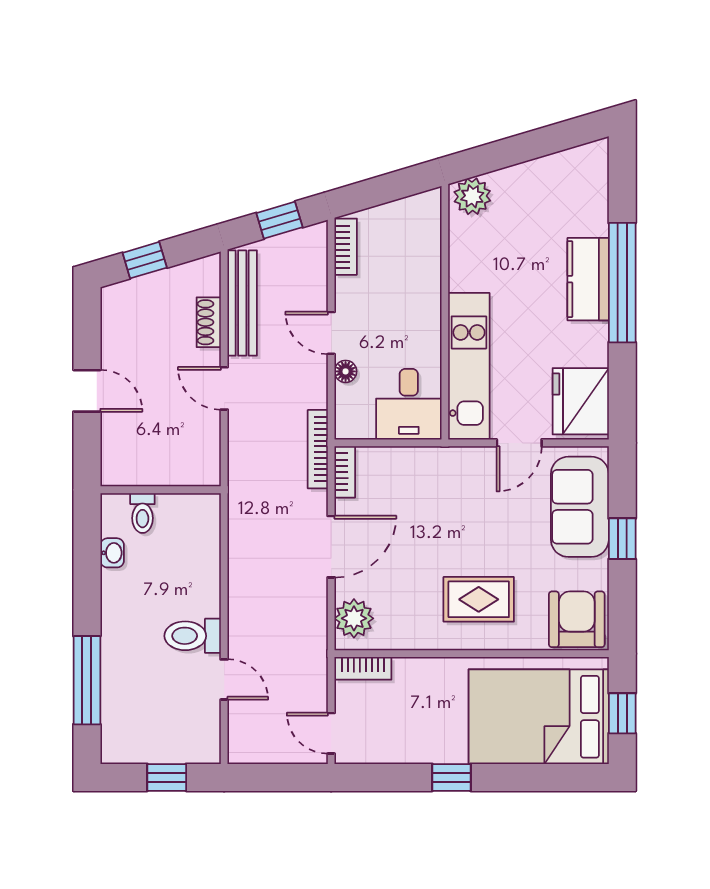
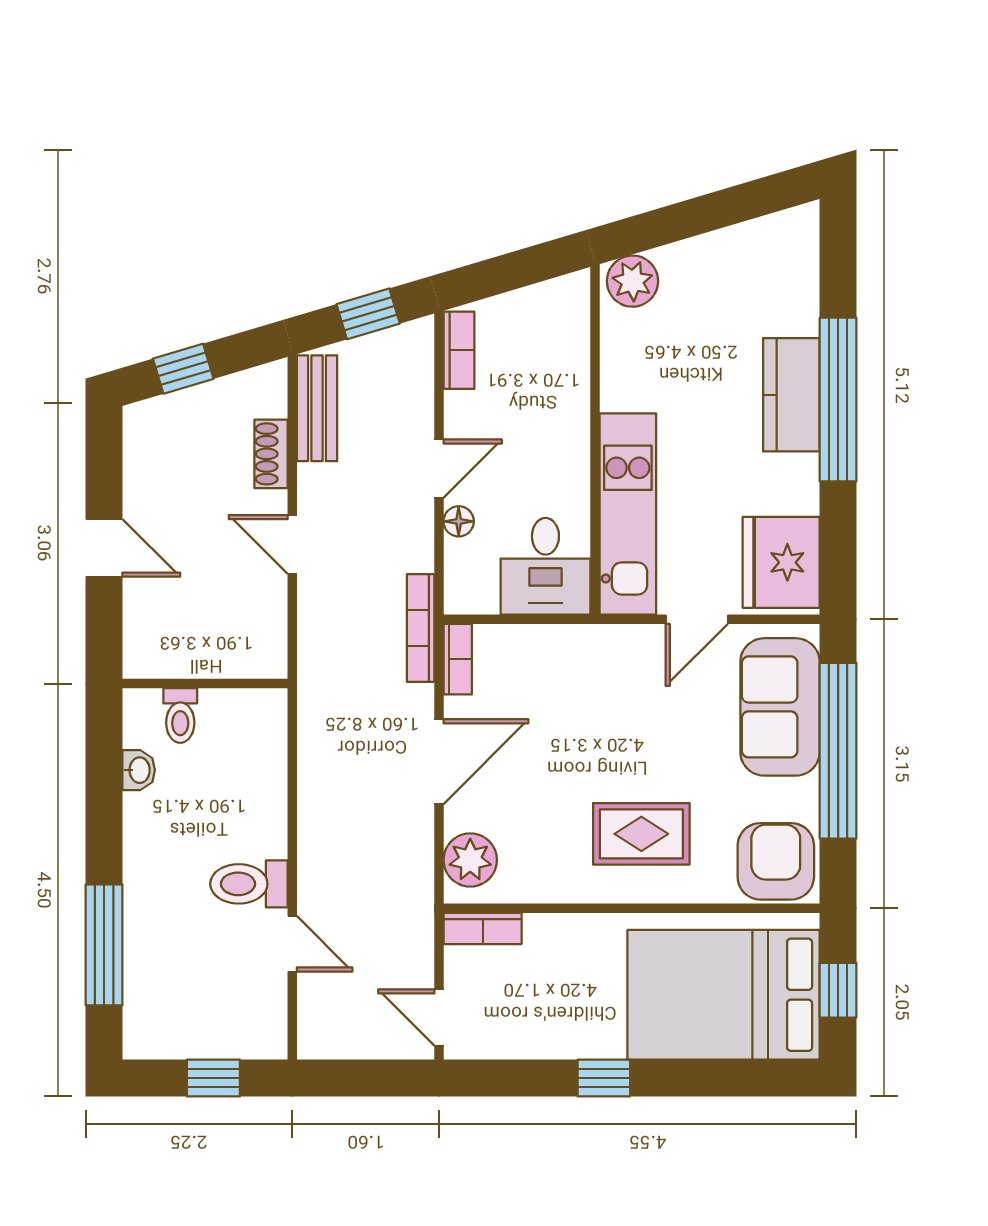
bench: (242, 303) -> (317, 408), width x0.73
door: (331, 333) -> (439, 469), swing flipped
window: (622, 539) -> (838, 751), width x3.17

